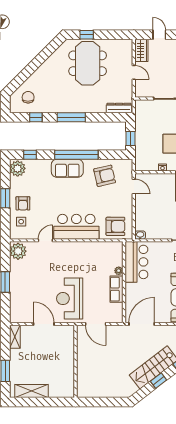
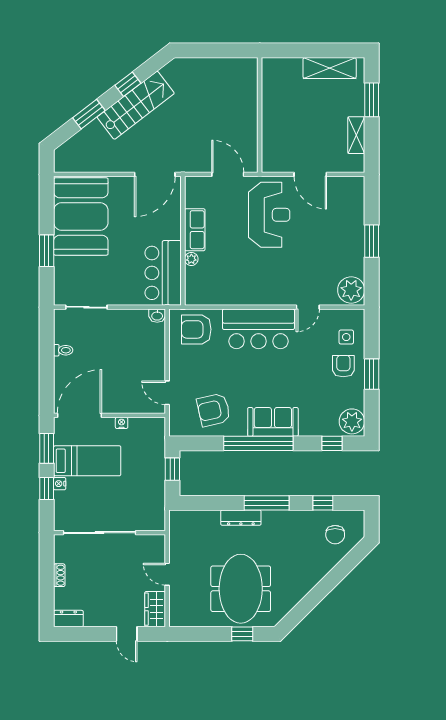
dresser: (119, 108) -> (241, 518), moved
shelving: (15, 337) -> (356, 135), moved

